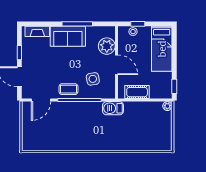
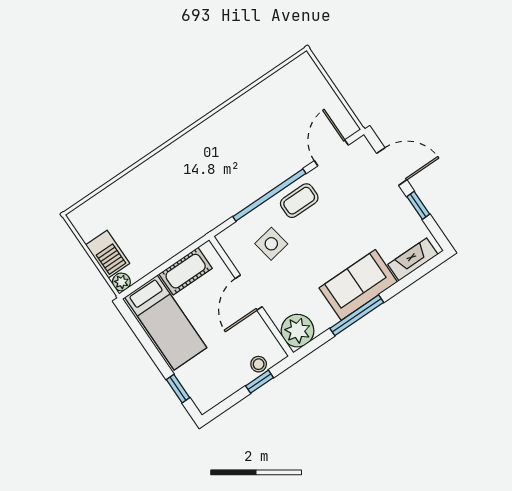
plant: (107, 46) -> (298, 331), moved
bed: (162, 49) -> (166, 322), moved, turned 180
door: (116, 65) -> (249, 293), hinge flipped
window: (174, 86) -> (178, 389), moved
barbecue: (113, 108) -> (108, 254), moved, turned 90

